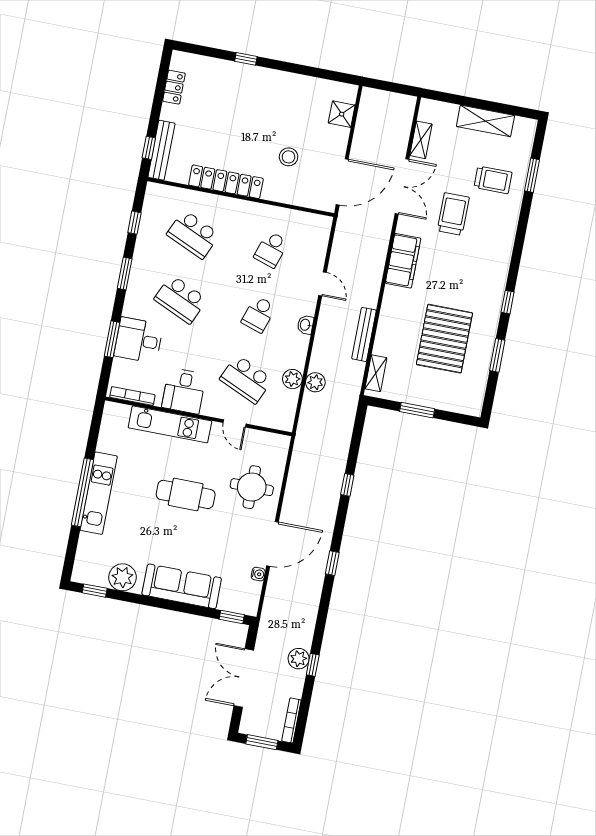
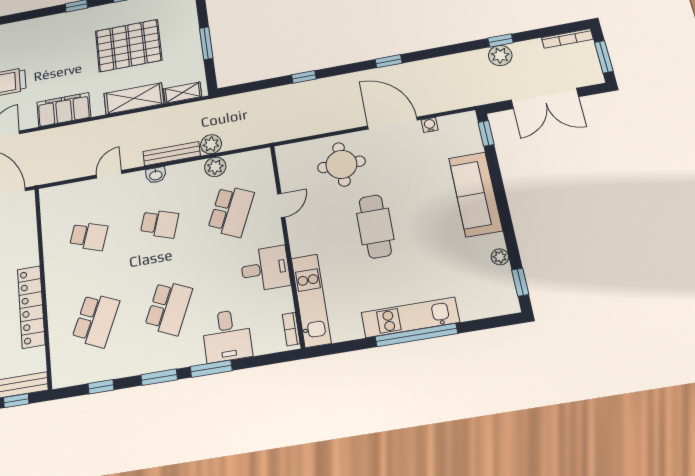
shelving: (388, 328) -> (134, 99), added
bench: (364, 334) -> (172, 154), moved
window: (112, 339) -> (211, 369), moved
bookcase: (132, 396) -> (291, 329), width x0.64
kitchen unit: (170, 424) -> (311, 300), moved
plant: (122, 577) -> (500, 257), width x0.53, depth x0.53

